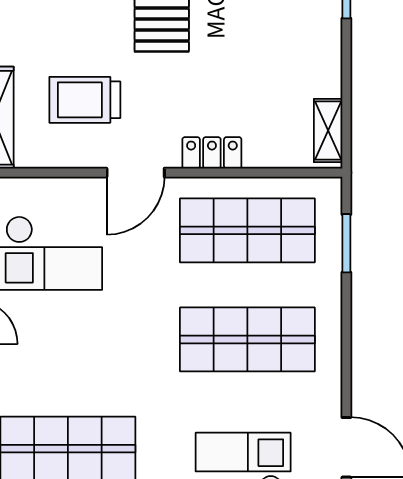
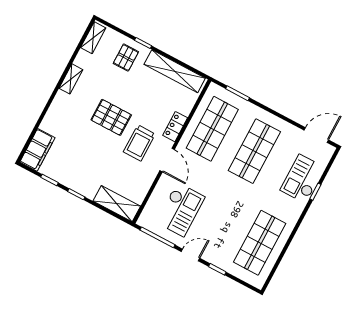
trolley: (85, 100) -> (139, 143), moved
shelving: (328, 131) -> (175, 71), width x2.20, depth x1.33

